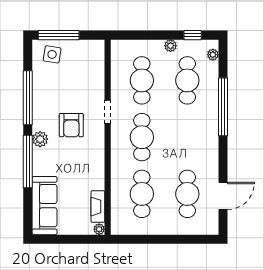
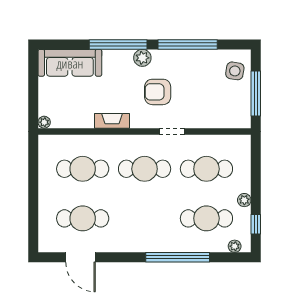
window: (59, 35) -> (256, 93), moved
fireplace: (98, 207) -> (112, 121), moved

